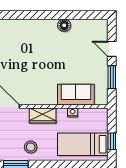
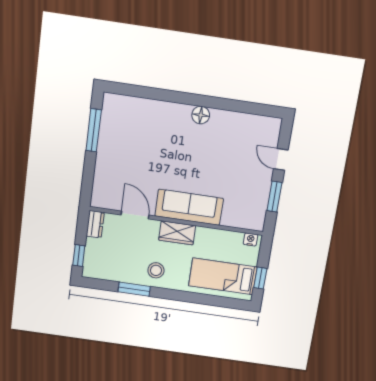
floor lamp: (64, 25) -> (201, 115), moved
sofa: (76, 95) -> (189, 207), moved, width x1.36
nightstand: (73, 112) -> (251, 239), moved

